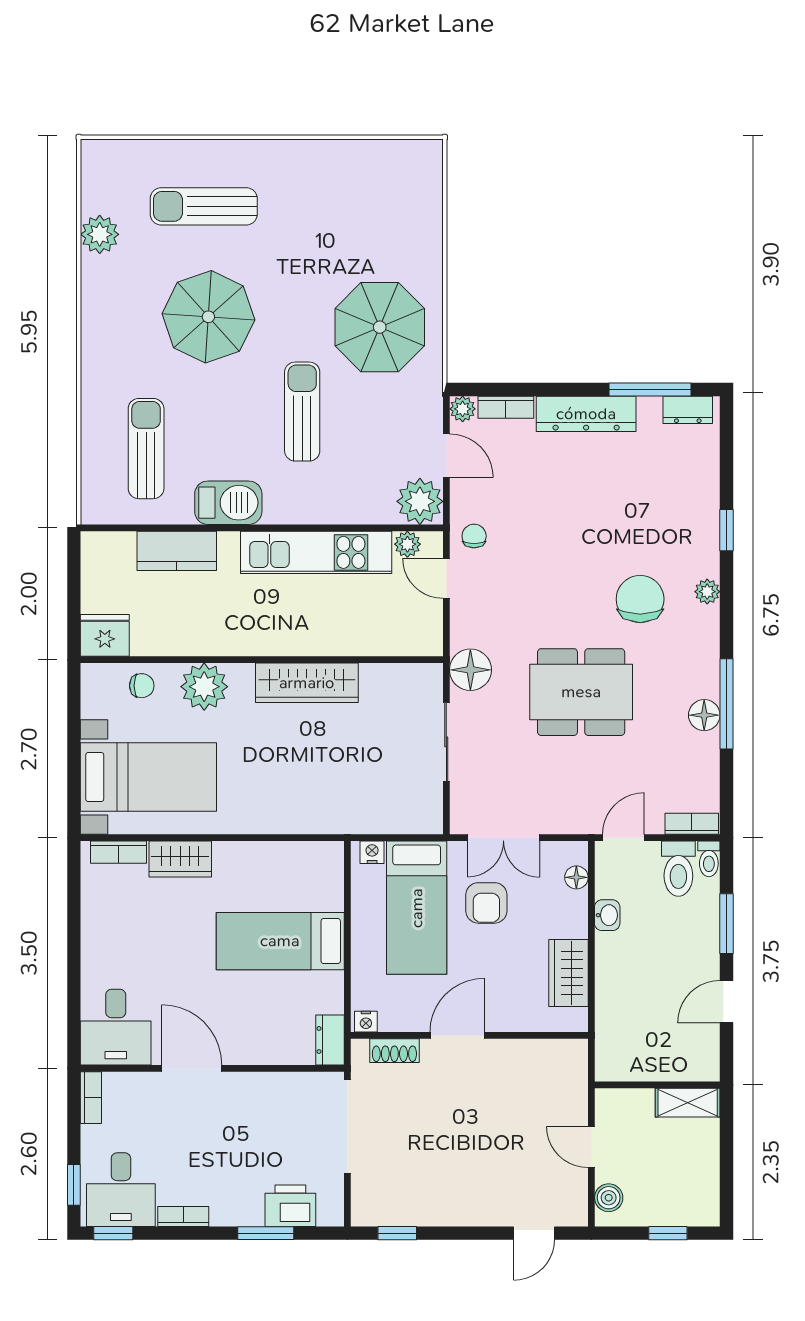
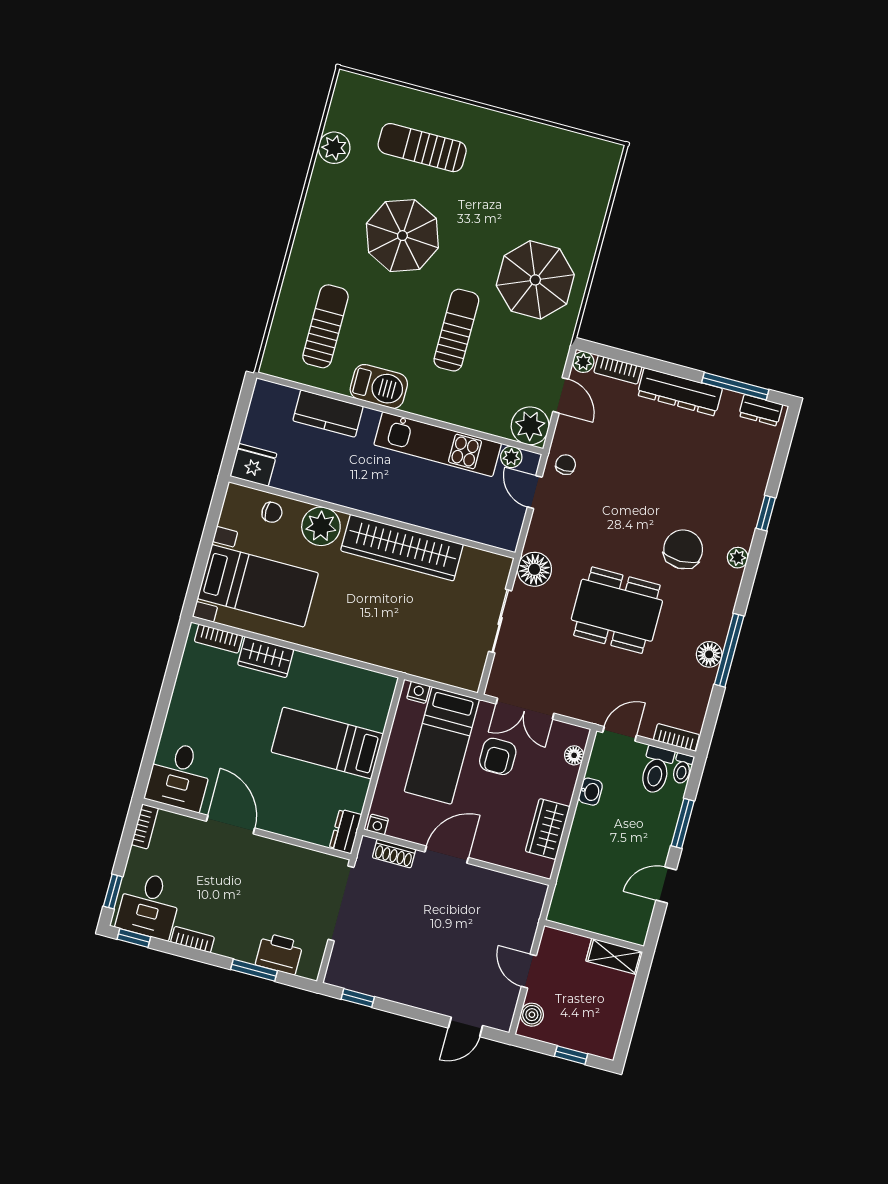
wardrobe: (307, 683) -> (402, 548), width x1.40, depth x1.17

